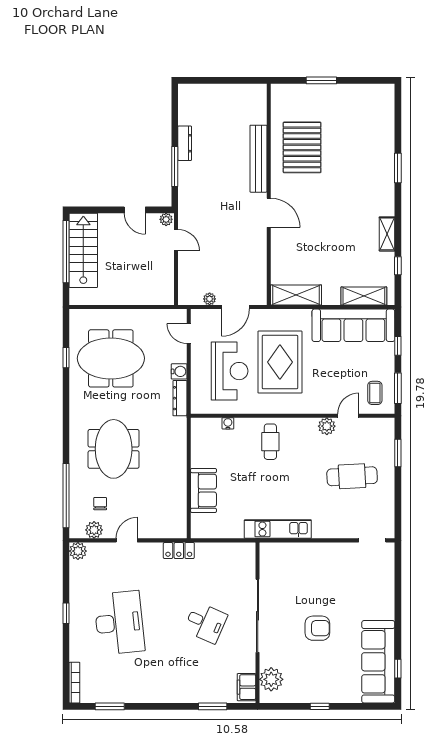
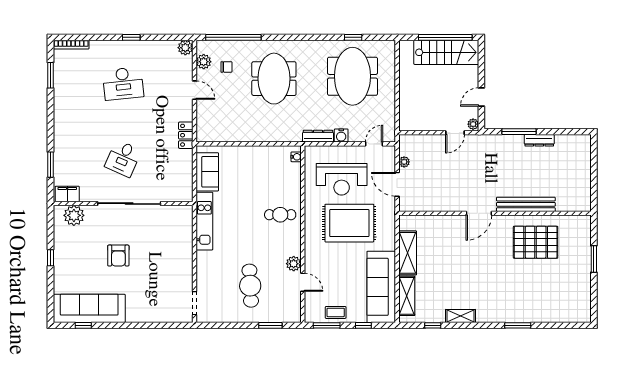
shelving: (296, 295) -> (408, 253), moved
coffee table: (375, 393) -> (336, 312), moved
water cooler: (228, 423) -> (296, 157), moved
meeting table: (114, 449) -> (274, 79), turned 90
sofa: (203, 490) -> (207, 172), moved, turned -90
desk: (119, 623) -> (123, 84), width x0.73, depth x0.77

